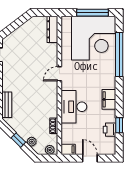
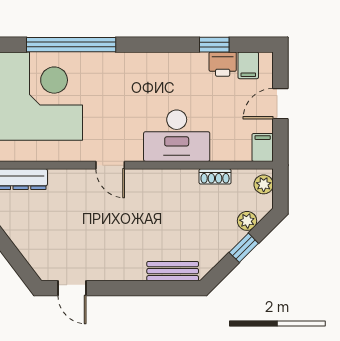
filing cabinet: (109, 99) -> (248, 65), moved, width x0.50

